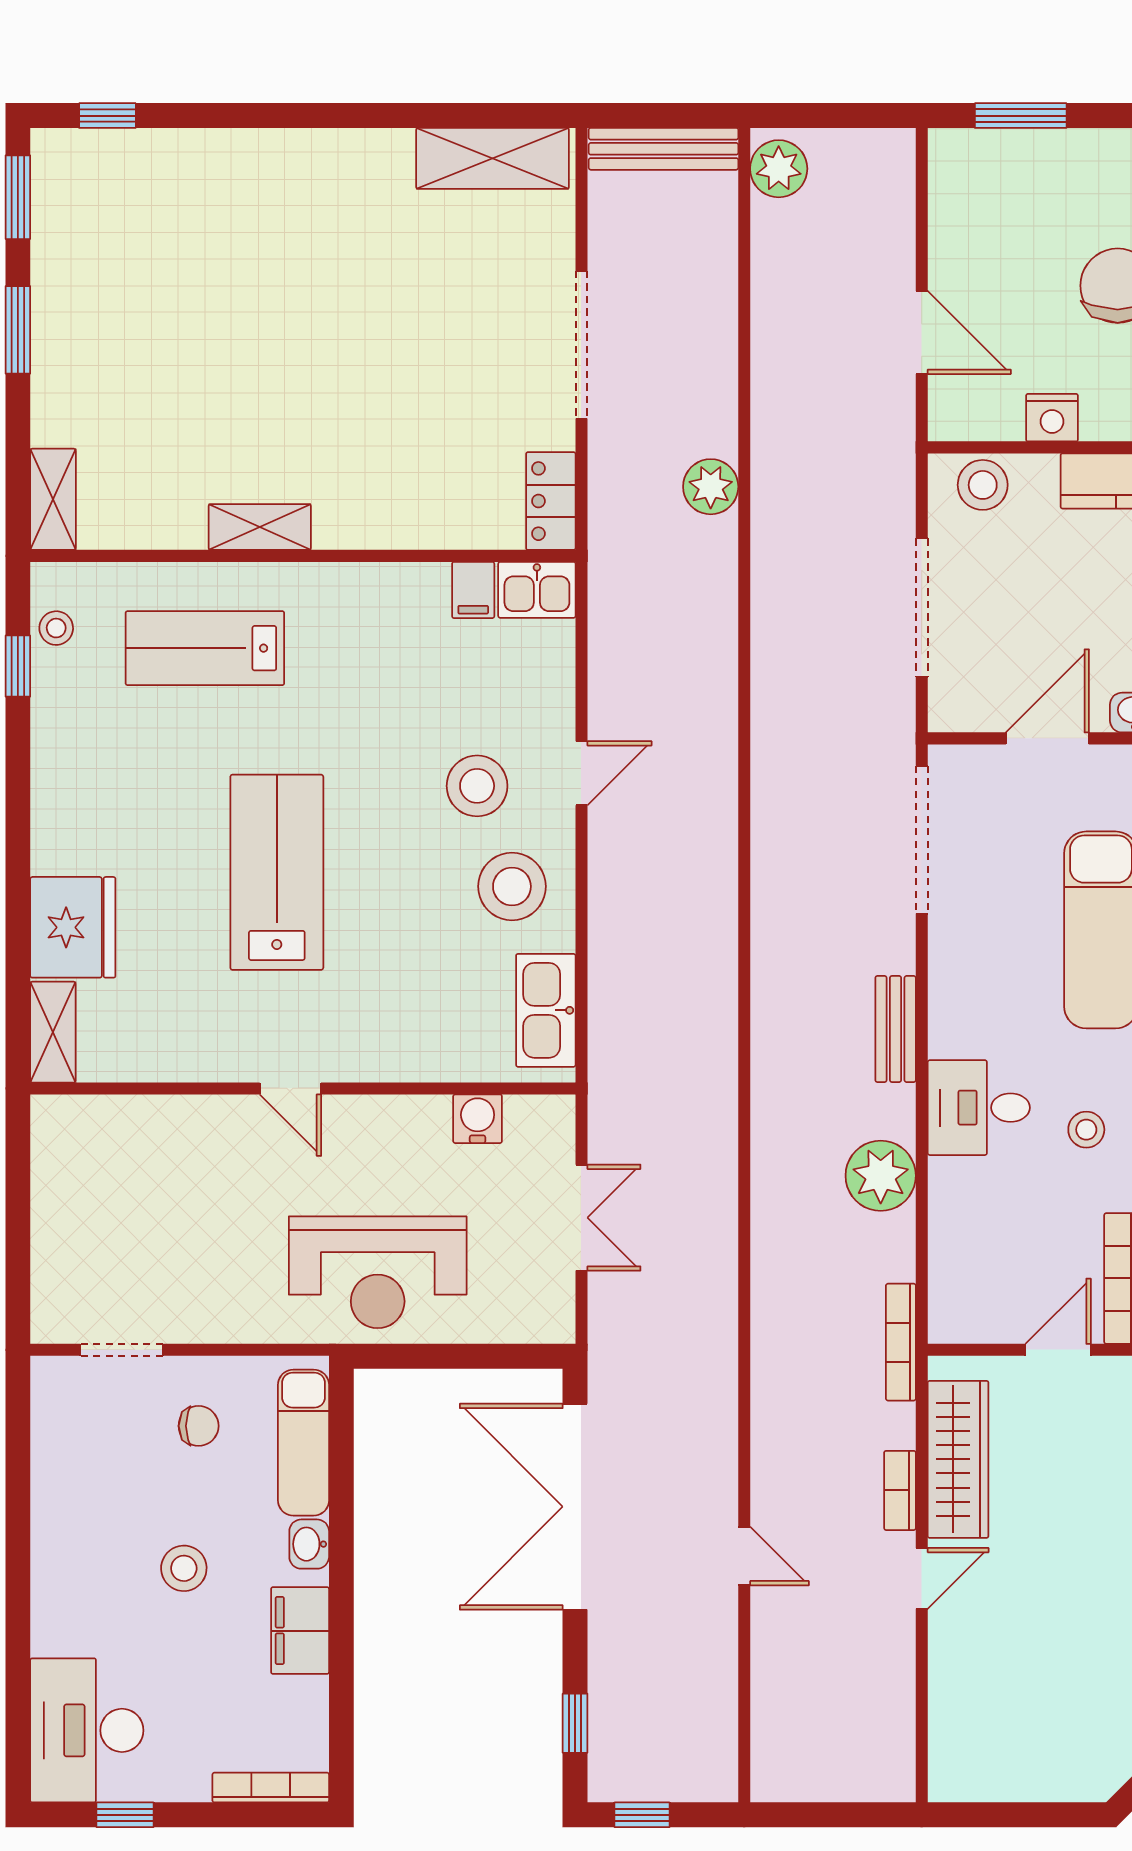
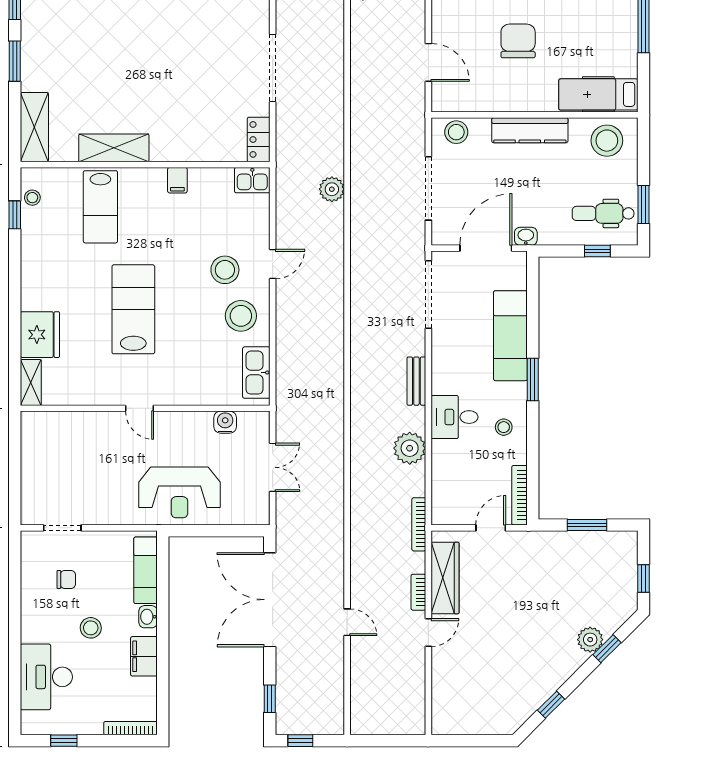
nightstand: (1052, 418) -> (488, 101), removed
plant: (711, 487) -> (332, 189), moved
shelving: (53, 499) -> (34, 127), width x1.50, depth x1.33
shelving: (260, 527) -> (114, 148), width x1.50, depth x1.33
filing cabinet: (473, 590) -> (177, 180), moved
lab bench: (205, 648) -> (100, 207), turned -90
door: (1047, 738) -> (486, 248), width x1.36
chair: (199, 1426) -> (66, 579), moved
desk: (87, 1730) -> (46, 677), moved

